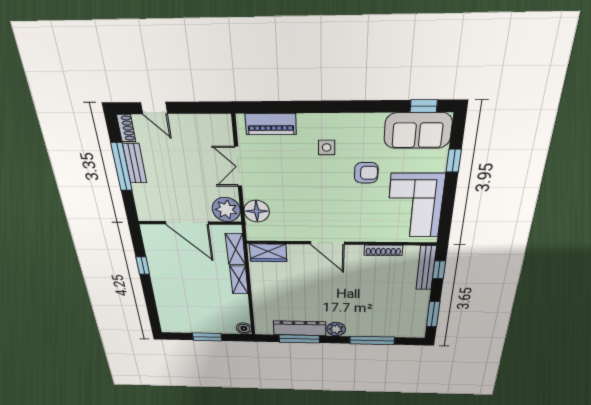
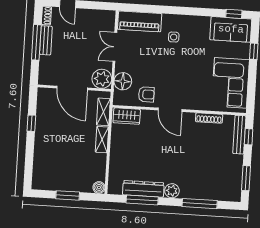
piano: (271, 124) -> (140, 21), width x1.37, depth x1.33
armchair: (366, 173) -> (146, 94), moved

